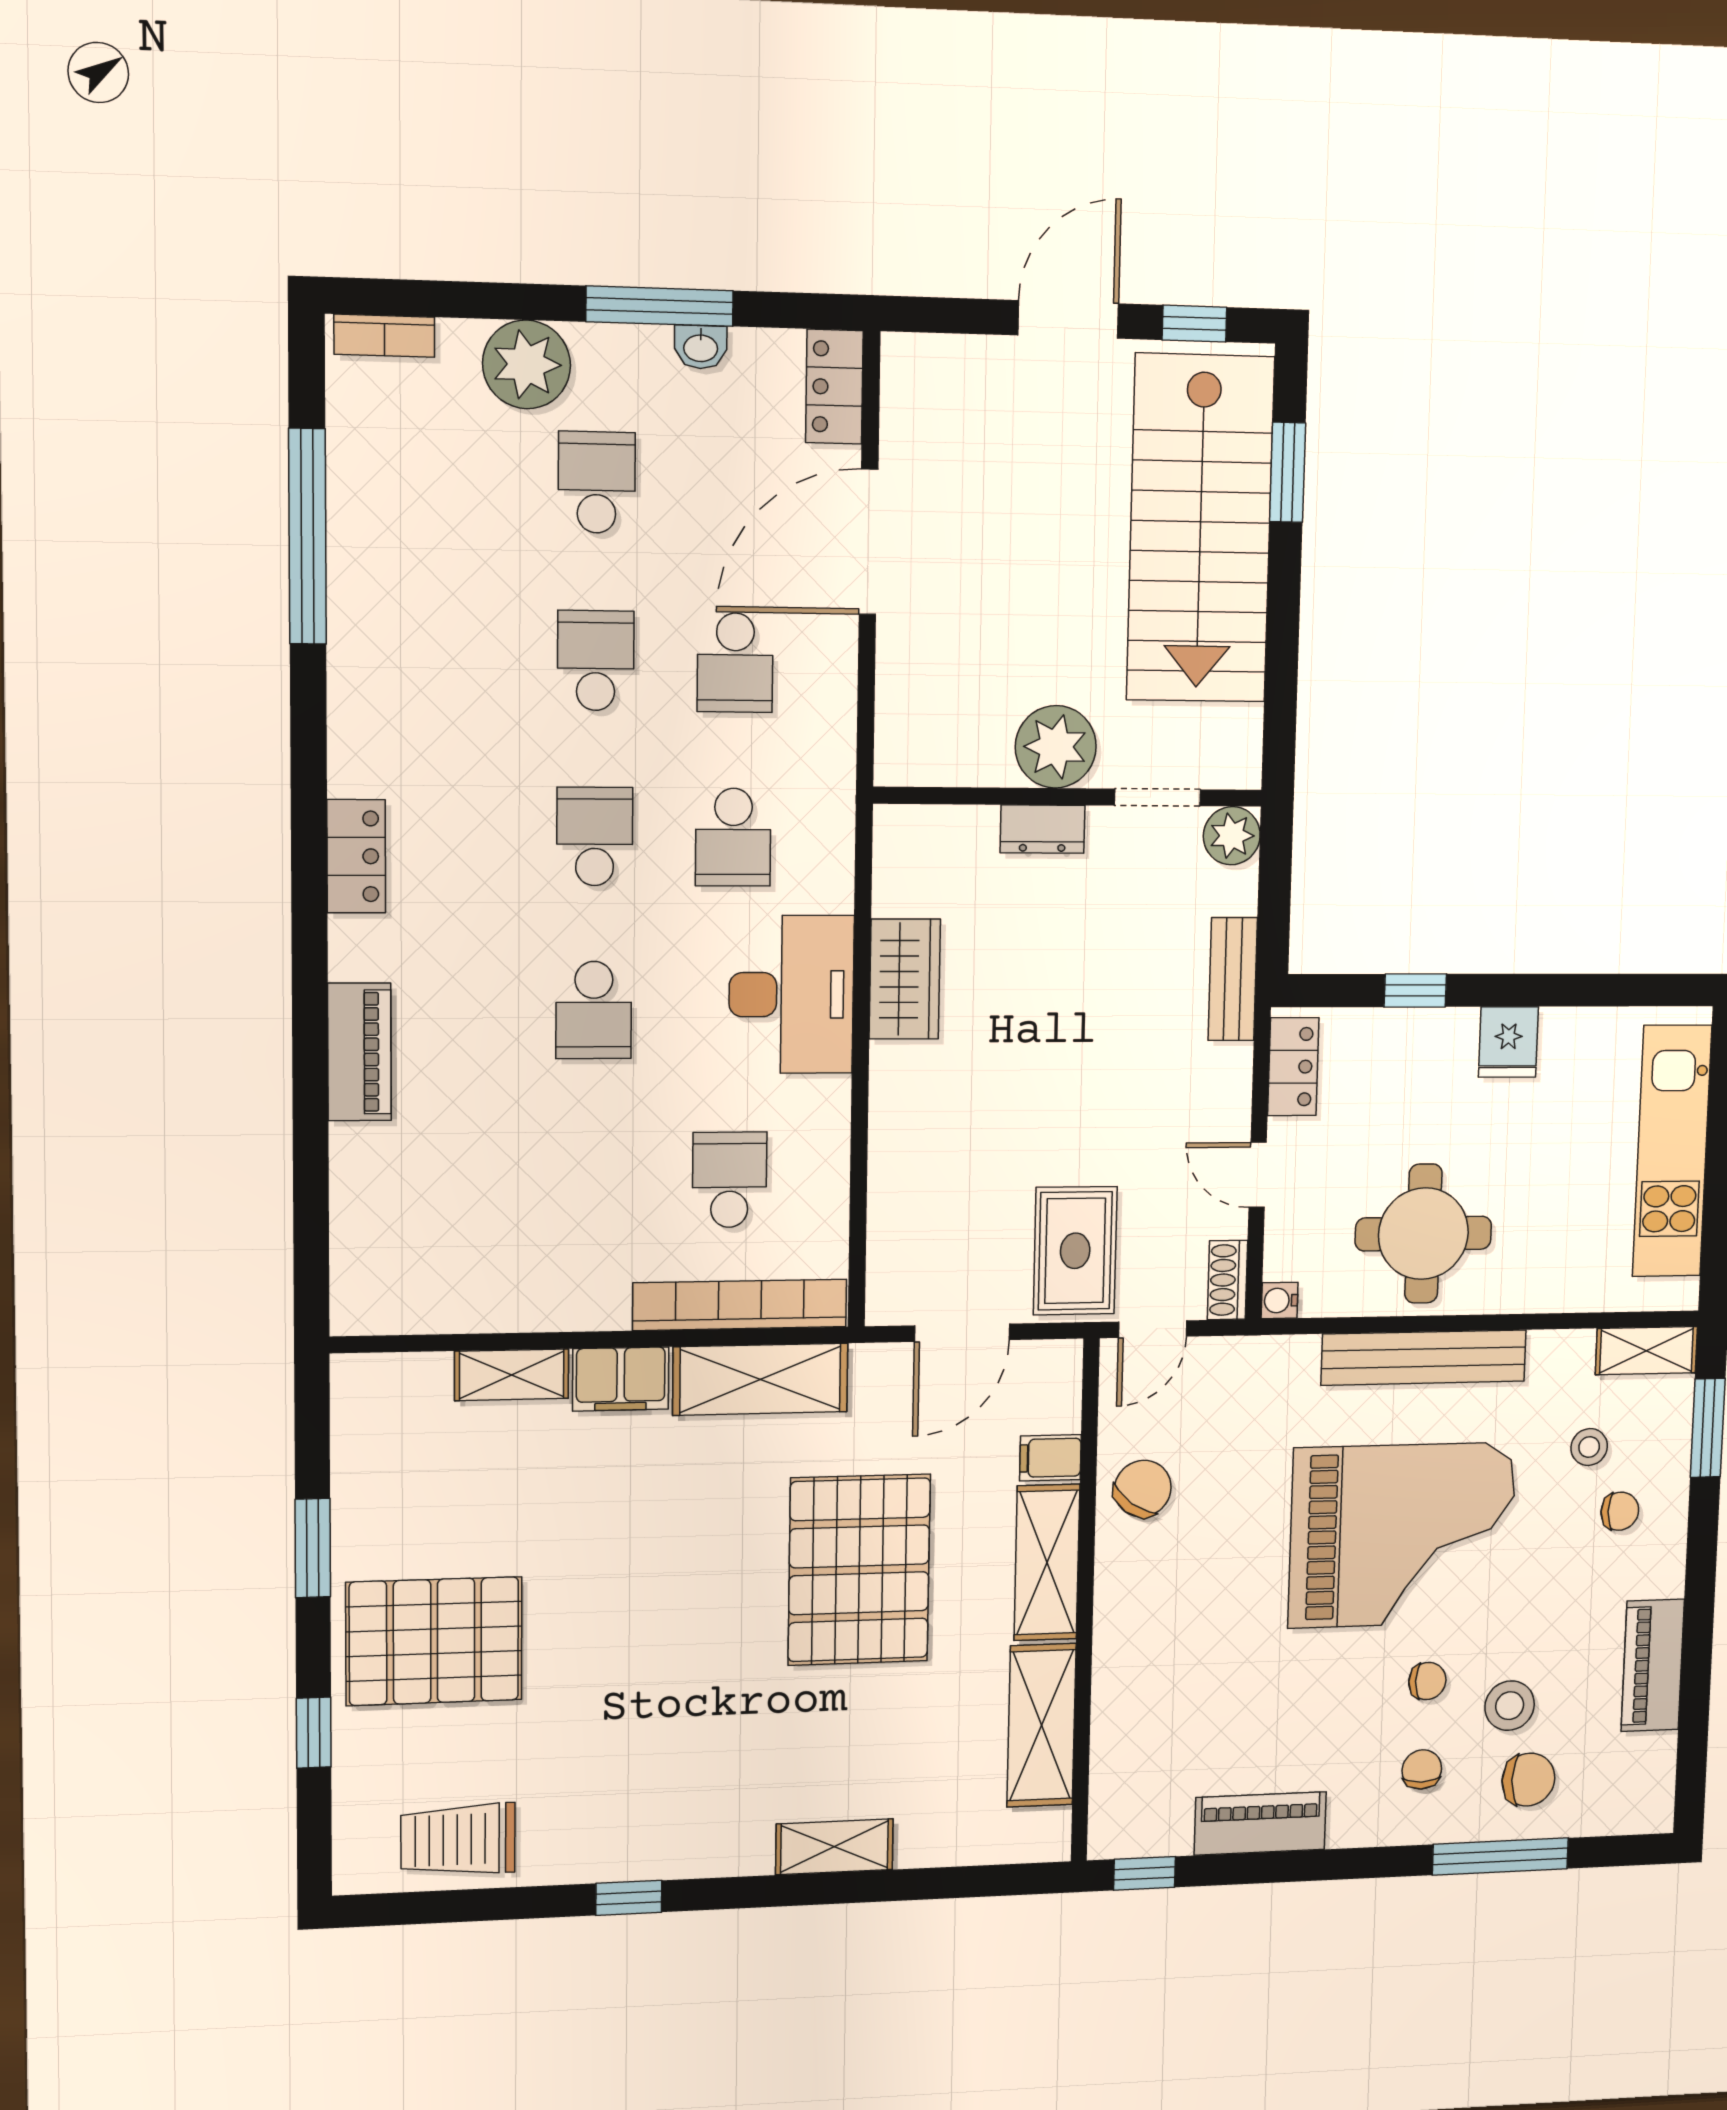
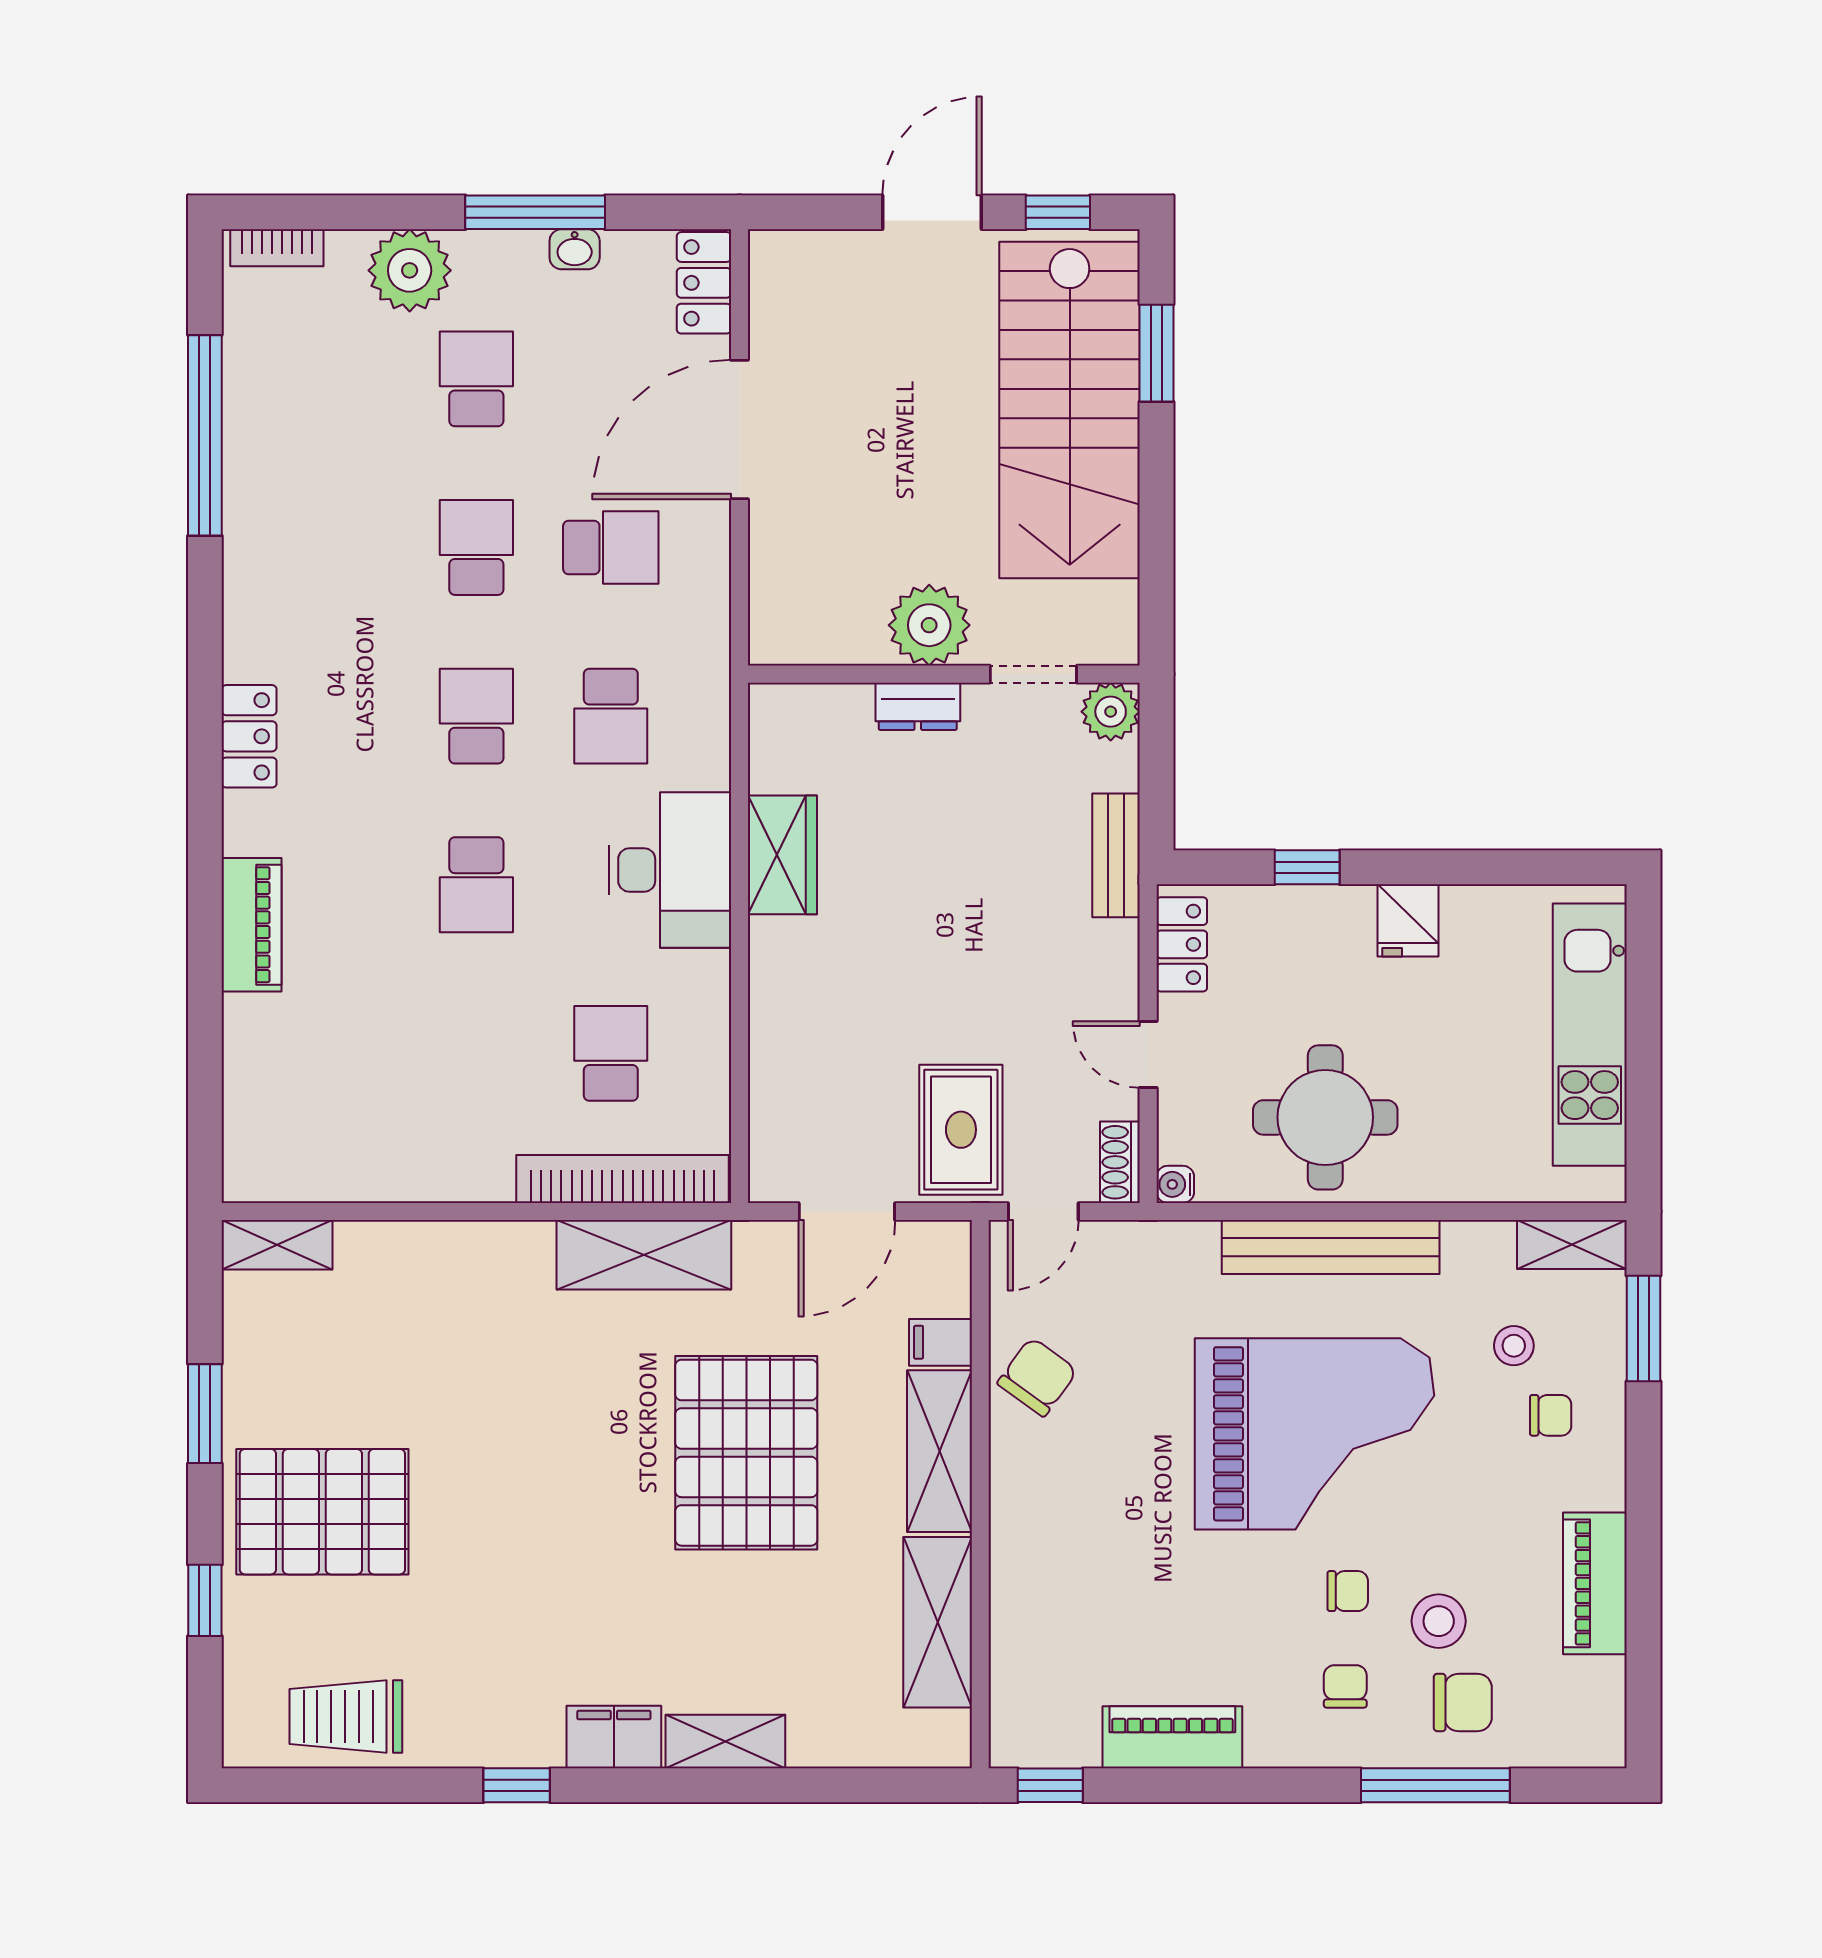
school desk: (735, 663) -> (611, 547), turned -90
shelving: (512, 1375) -> (277, 1245), moved
filing cabinet: (621, 1379) -> (614, 1737), moved, turned 180

